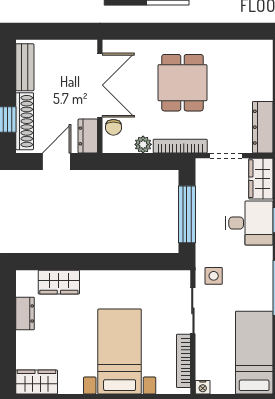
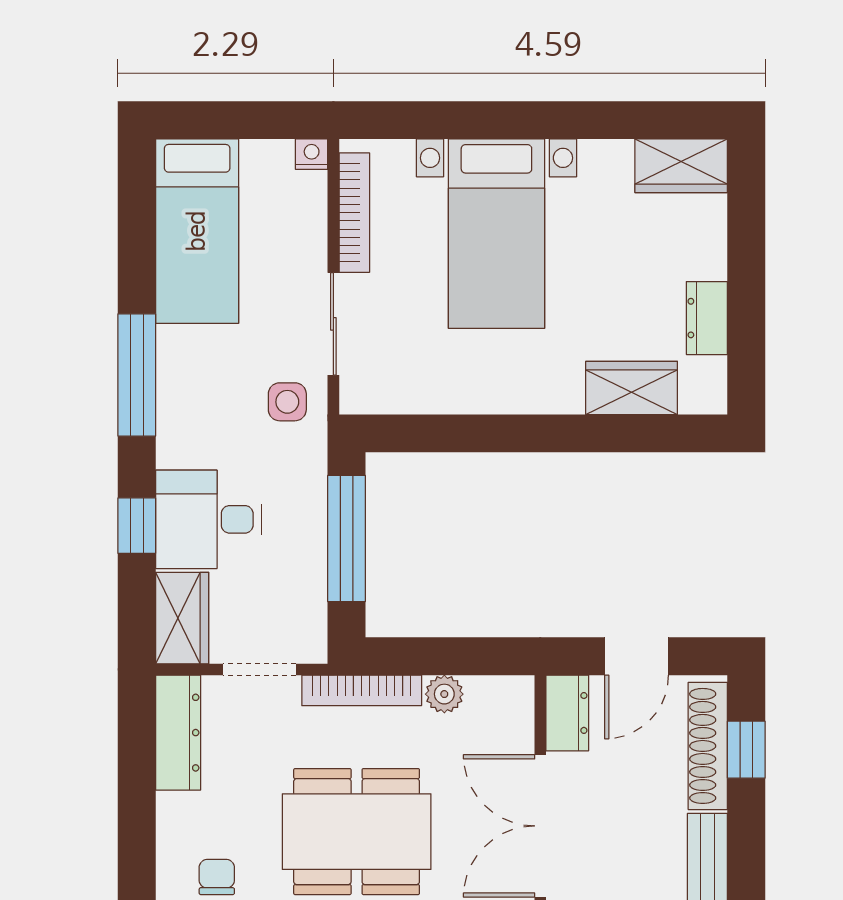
dining table: (182, 83) -> (357, 832), width x1.38
chair: (113, 127) -> (217, 877), moved

